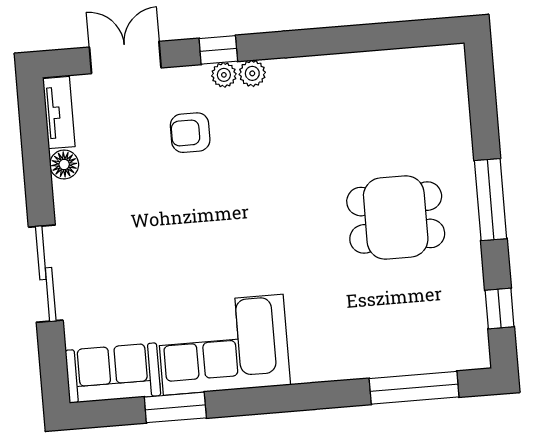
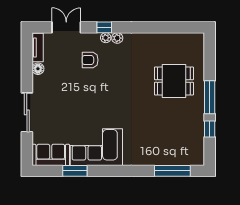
dining table: (396, 218) -> (174, 81), moved
window: (500, 309) -> (210, 129), moved

